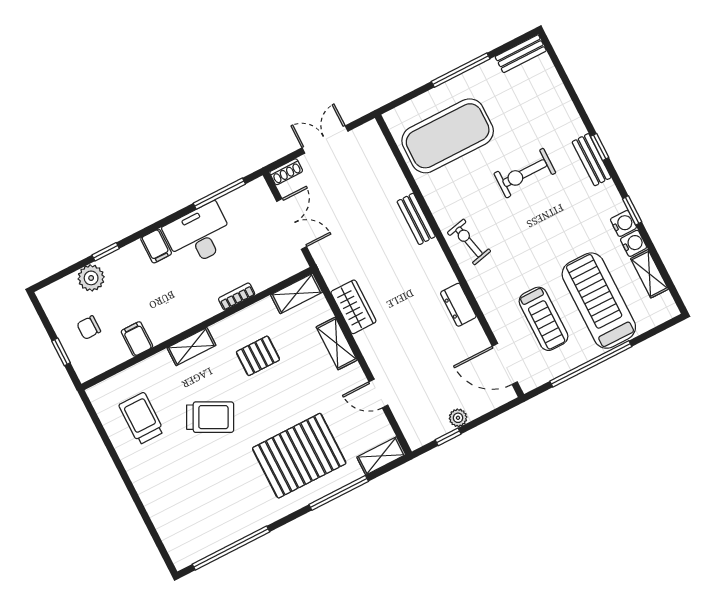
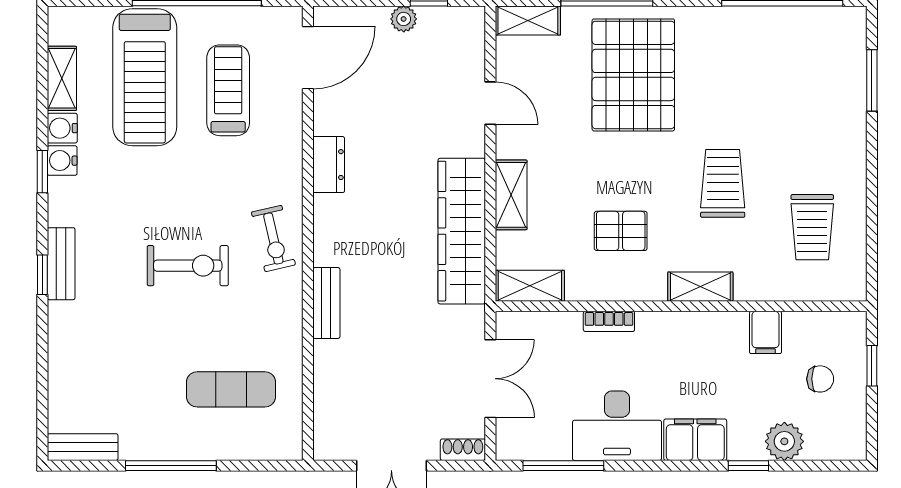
exercise mat: (448, 136) -> (231, 389), width x0.50, depth x0.69
exercise bike: (525, 173) -> (188, 266), moved
double door: (292, 224) -> (490, 379), swing flipped
filing cabinet: (156, 246) -> (695, 440), width x2.00
wardrobe: (353, 307) -> (462, 231), width x2.10, depth x1.17
door: (505, 364) -> (308, 58), hinge flipped
trolley: (210, 417) -> (723, 183), turned 63
pallet: (299, 456) -> (633, 75), turned 90
window: (151, 527) -> (872, 80), added

